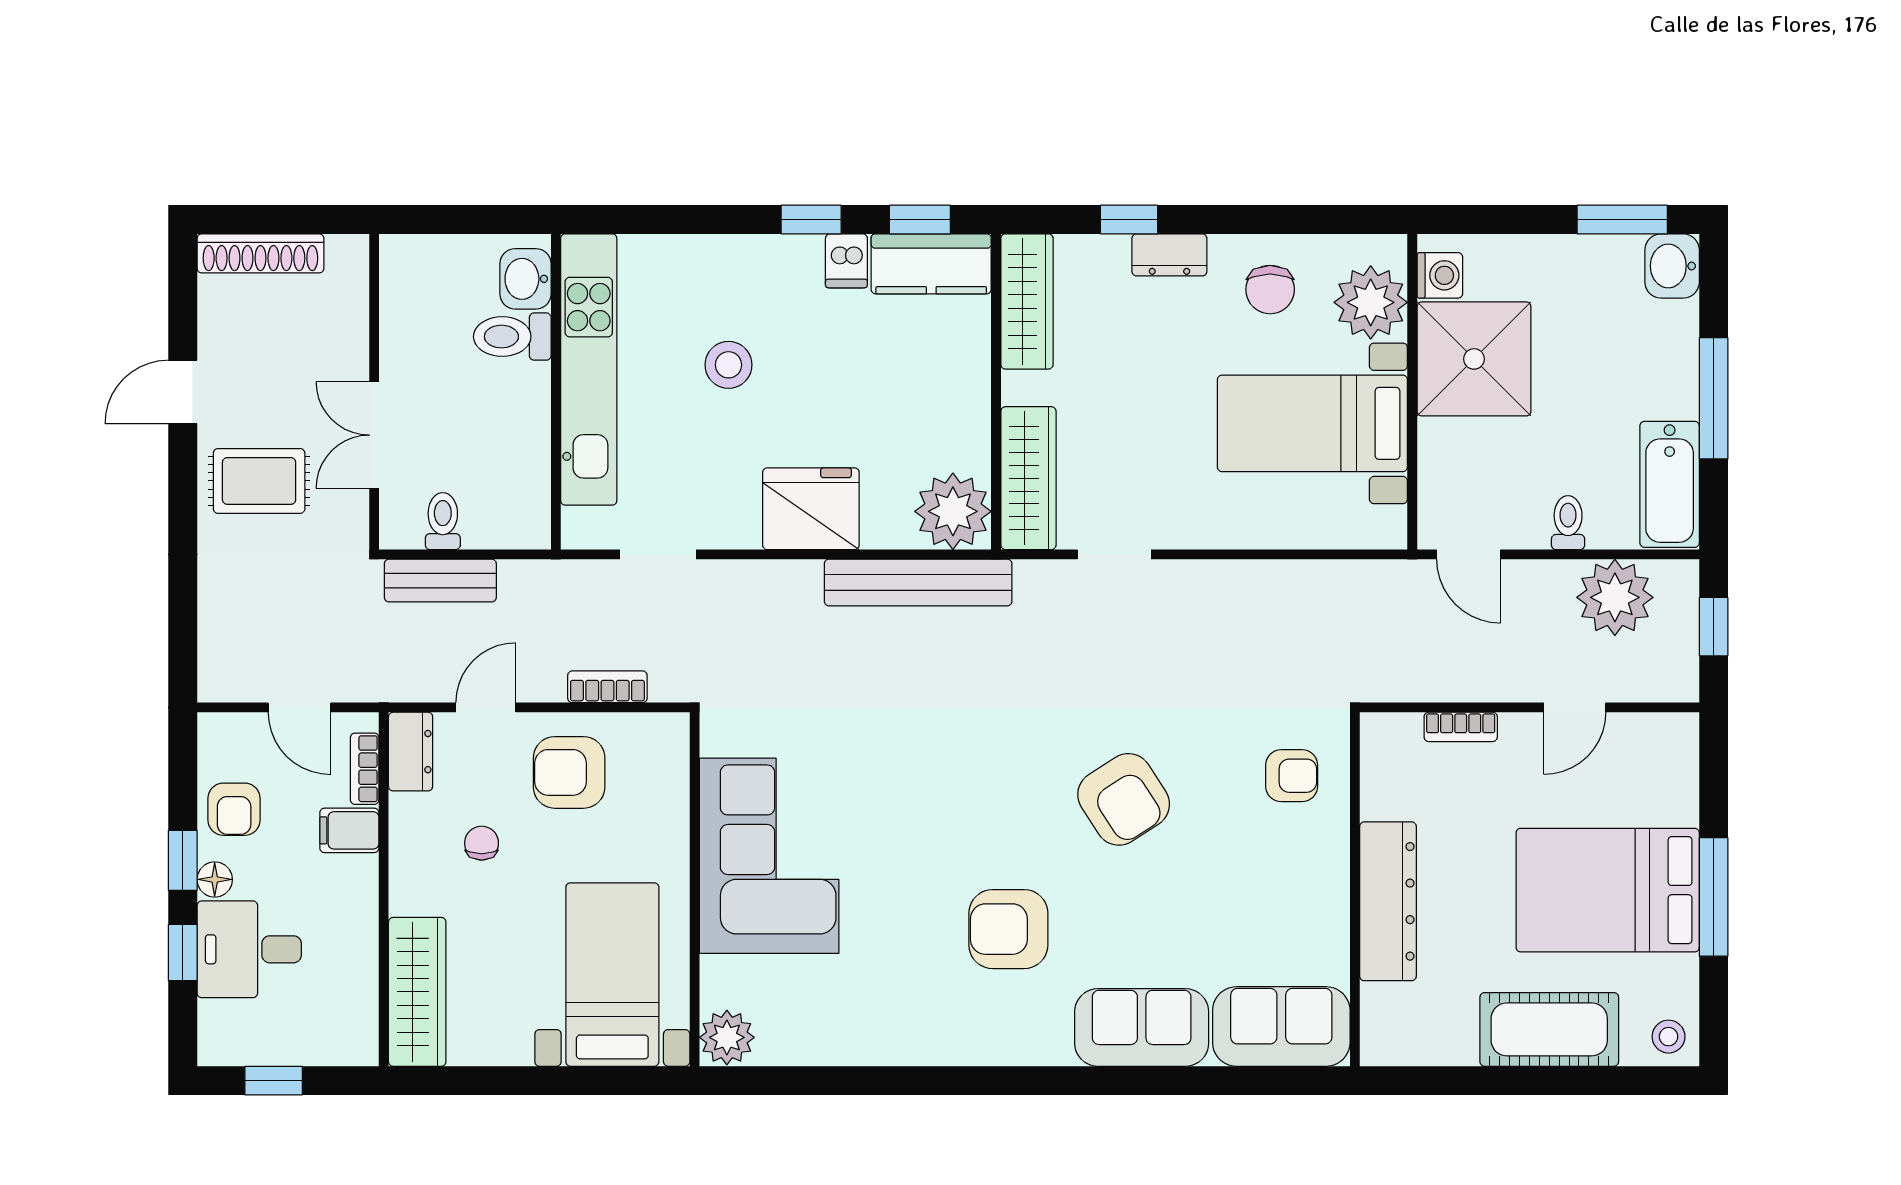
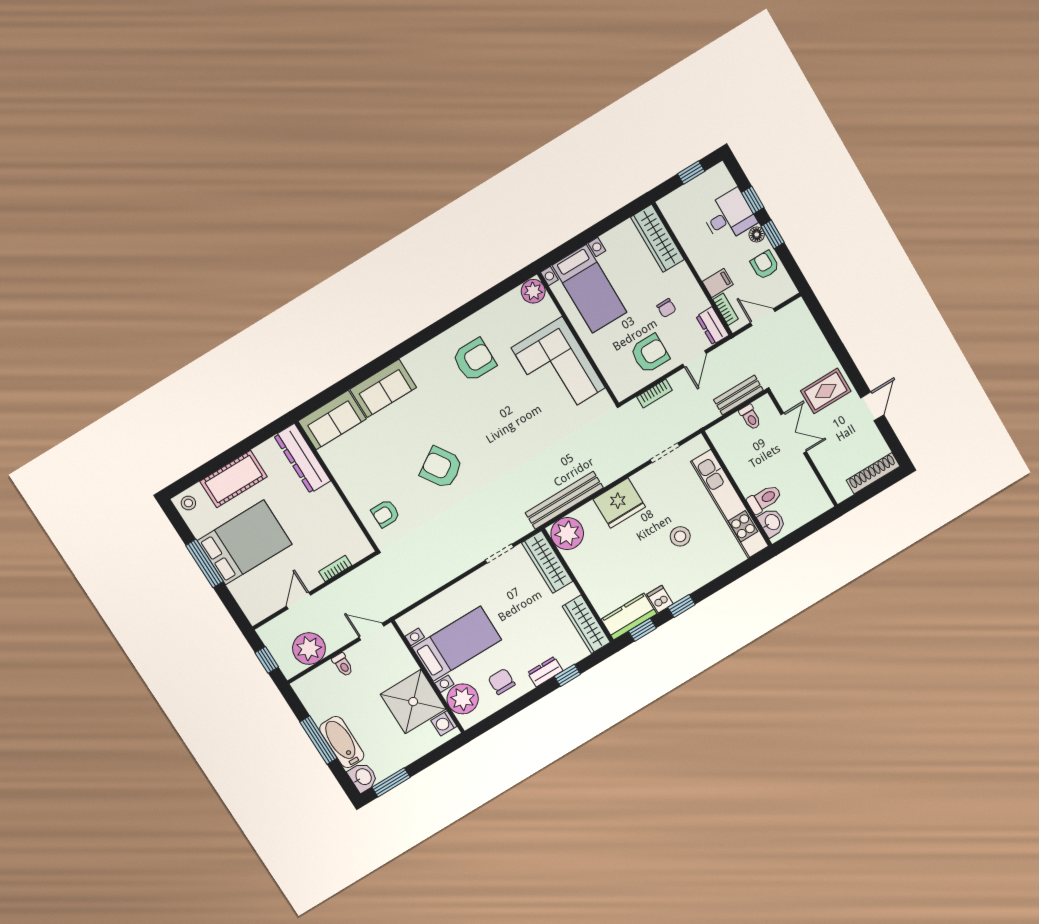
bathtub: (1670, 484) -> (342, 742), moved
dresser: (1388, 901) -> (302, 458), moved
armchair: (1008, 929) -> (474, 360), moved

